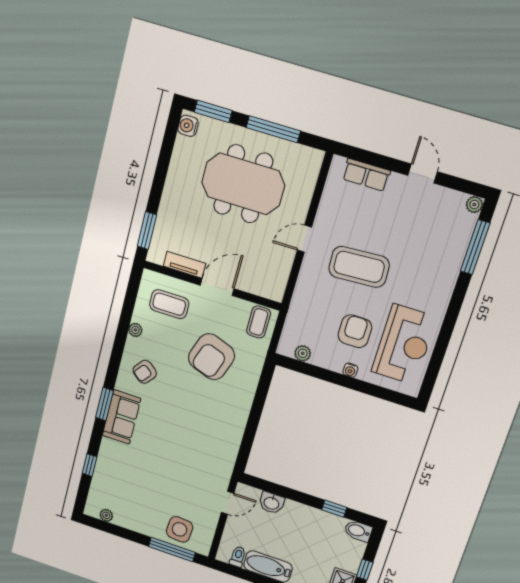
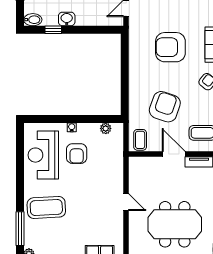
door: (305, 239) -> (126, 202), hinge flipped
coffee table: (359, 267) -> (46, 207), moved
door: (217, 287) -> (174, 154), swing flipped
armchair: (182, 433) -> (170, 47), added
washbasin: (272, 503) -> (67, 19), moved

